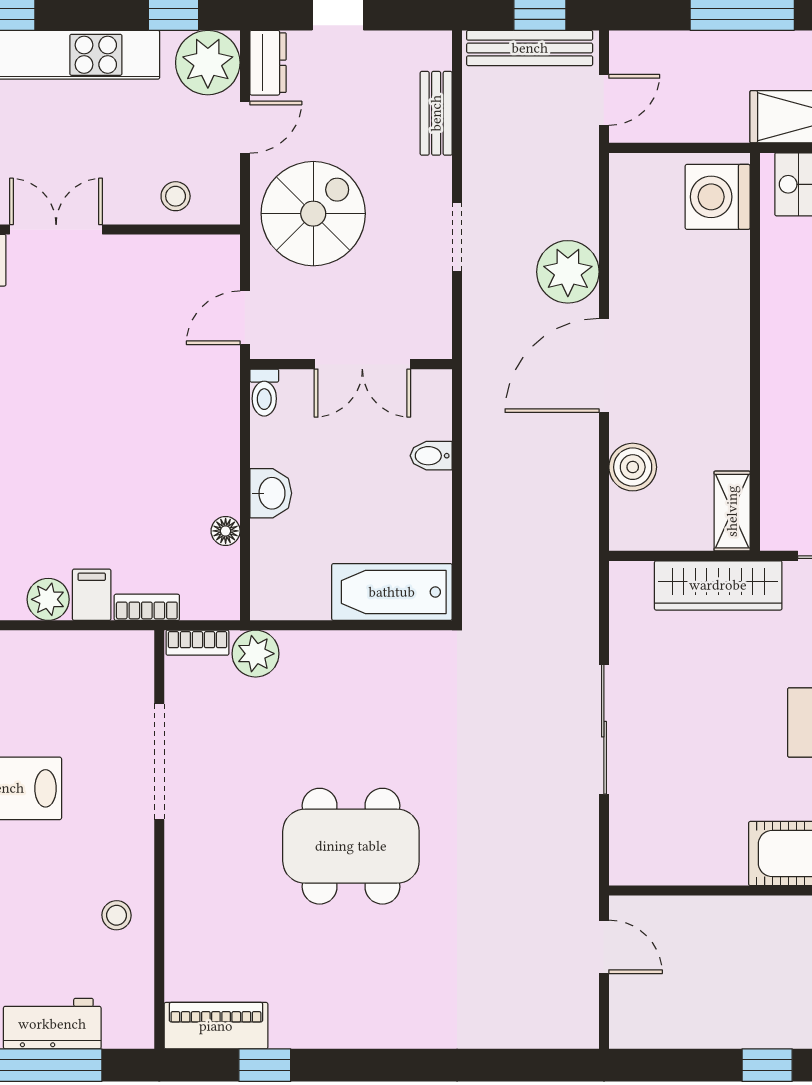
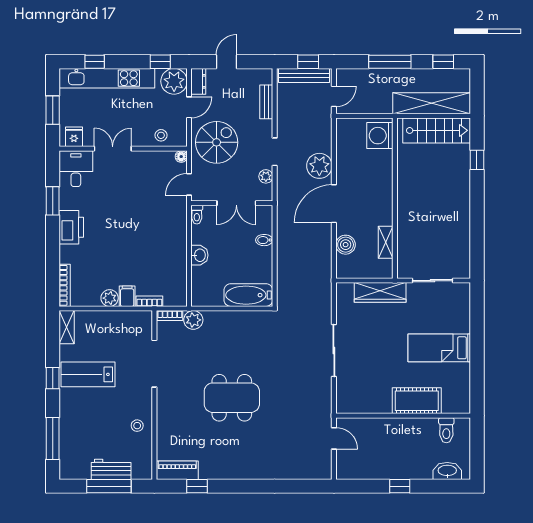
plant: (435, 298) -> (266, 176), added
shelving: (732, 511) -> (386, 242), moved
floor lamp: (226, 531) -> (181, 157), moved

